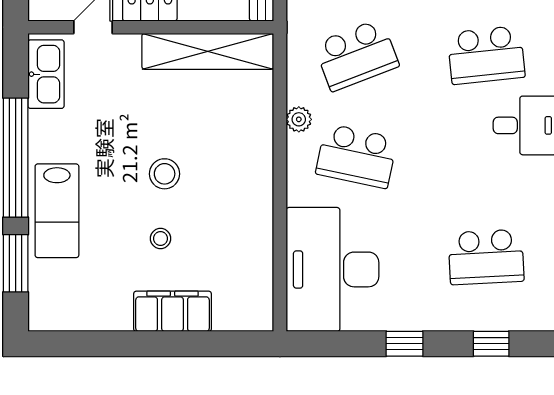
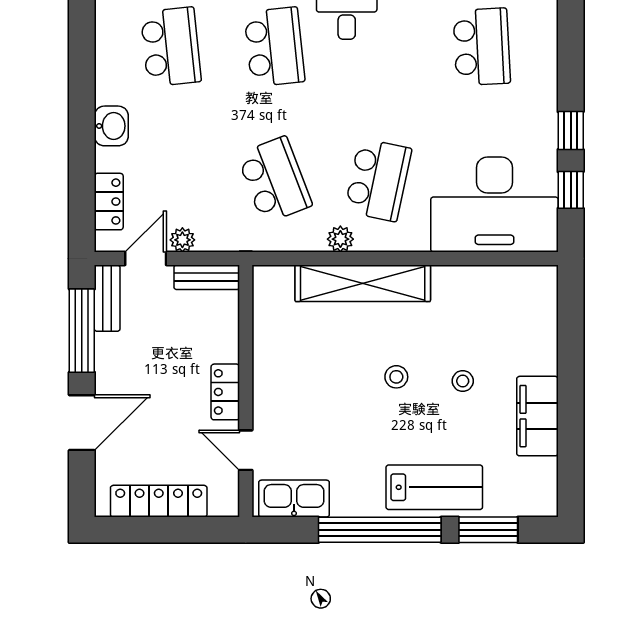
shelving: (208, 51) -> (363, 283), moved, turned 90
stool: (165, 174) -> (396, 377), width x0.73, depth x0.73
filing cabinet: (173, 311) -> (537, 416), moved
window: (491, 344) -> (571, 190), moved

